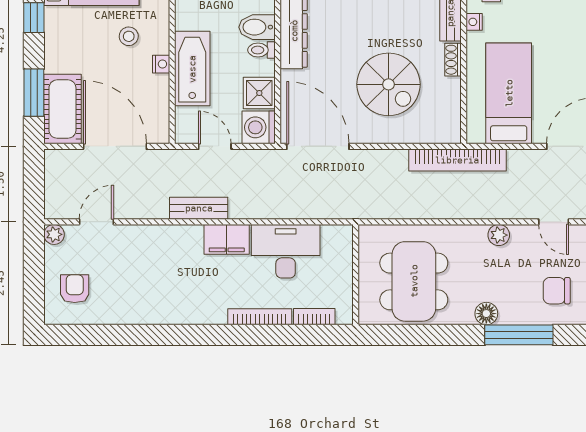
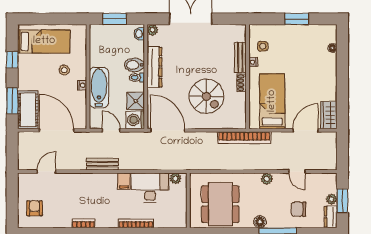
plant: (54, 234) -> (175, 178), moved
filing cabinet: (227, 239) -> (124, 181), width x0.50
bookcase: (314, 317) -> (83, 223), moved

